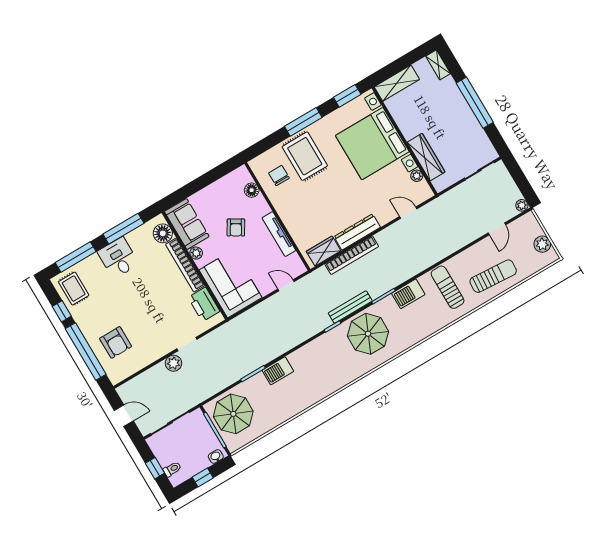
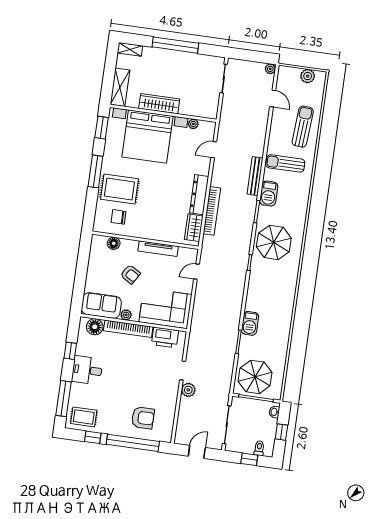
wardrobe: (426, 157) -> (159, 104), moved
window: (123, 229) -> (70, 351), width x0.46
bench: (350, 307) -> (255, 176), moved

